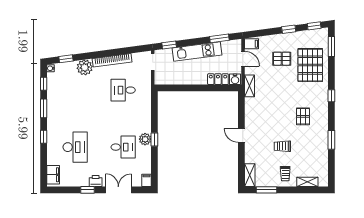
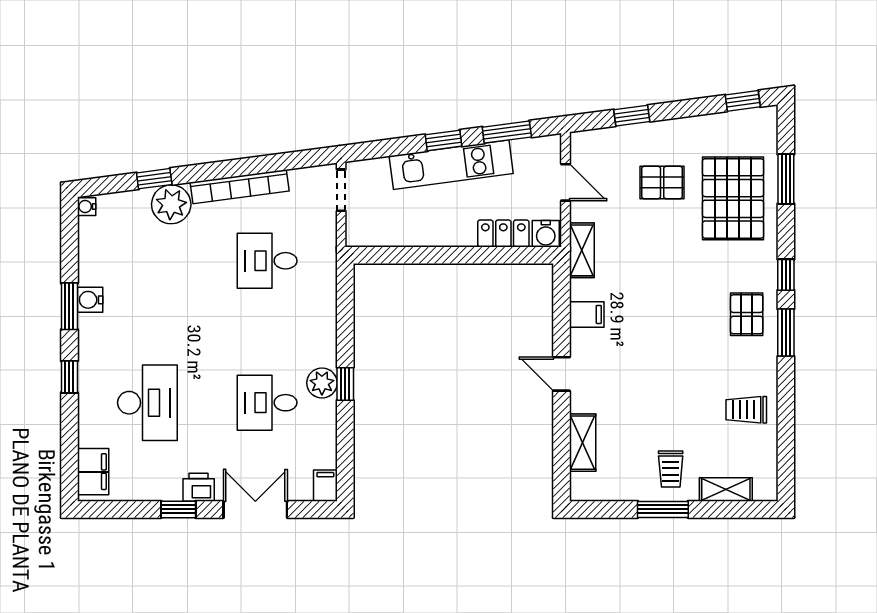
window: (289, 29) -> (632, 116), moved
filing cabinet: (251, 44) -> (587, 314), moved
window: (169, 45) -> (443, 140), moved
window: (331, 47) -> (786, 179), moved
window: (66, 59) -> (154, 179), moved
window: (44, 84) -> (69, 245), removed
water cooler: (52, 106) -> (90, 300), added
pallet: (303, 116) -> (747, 314), moved
window: (331, 140) -> (786, 333), moved
trolley: (282, 146) -> (746, 410), moved
desk: (123, 147) -> (267, 403), turned 180
shelving: (250, 175) -> (583, 443), moved
window: (267, 190) -> (663, 509), moved

